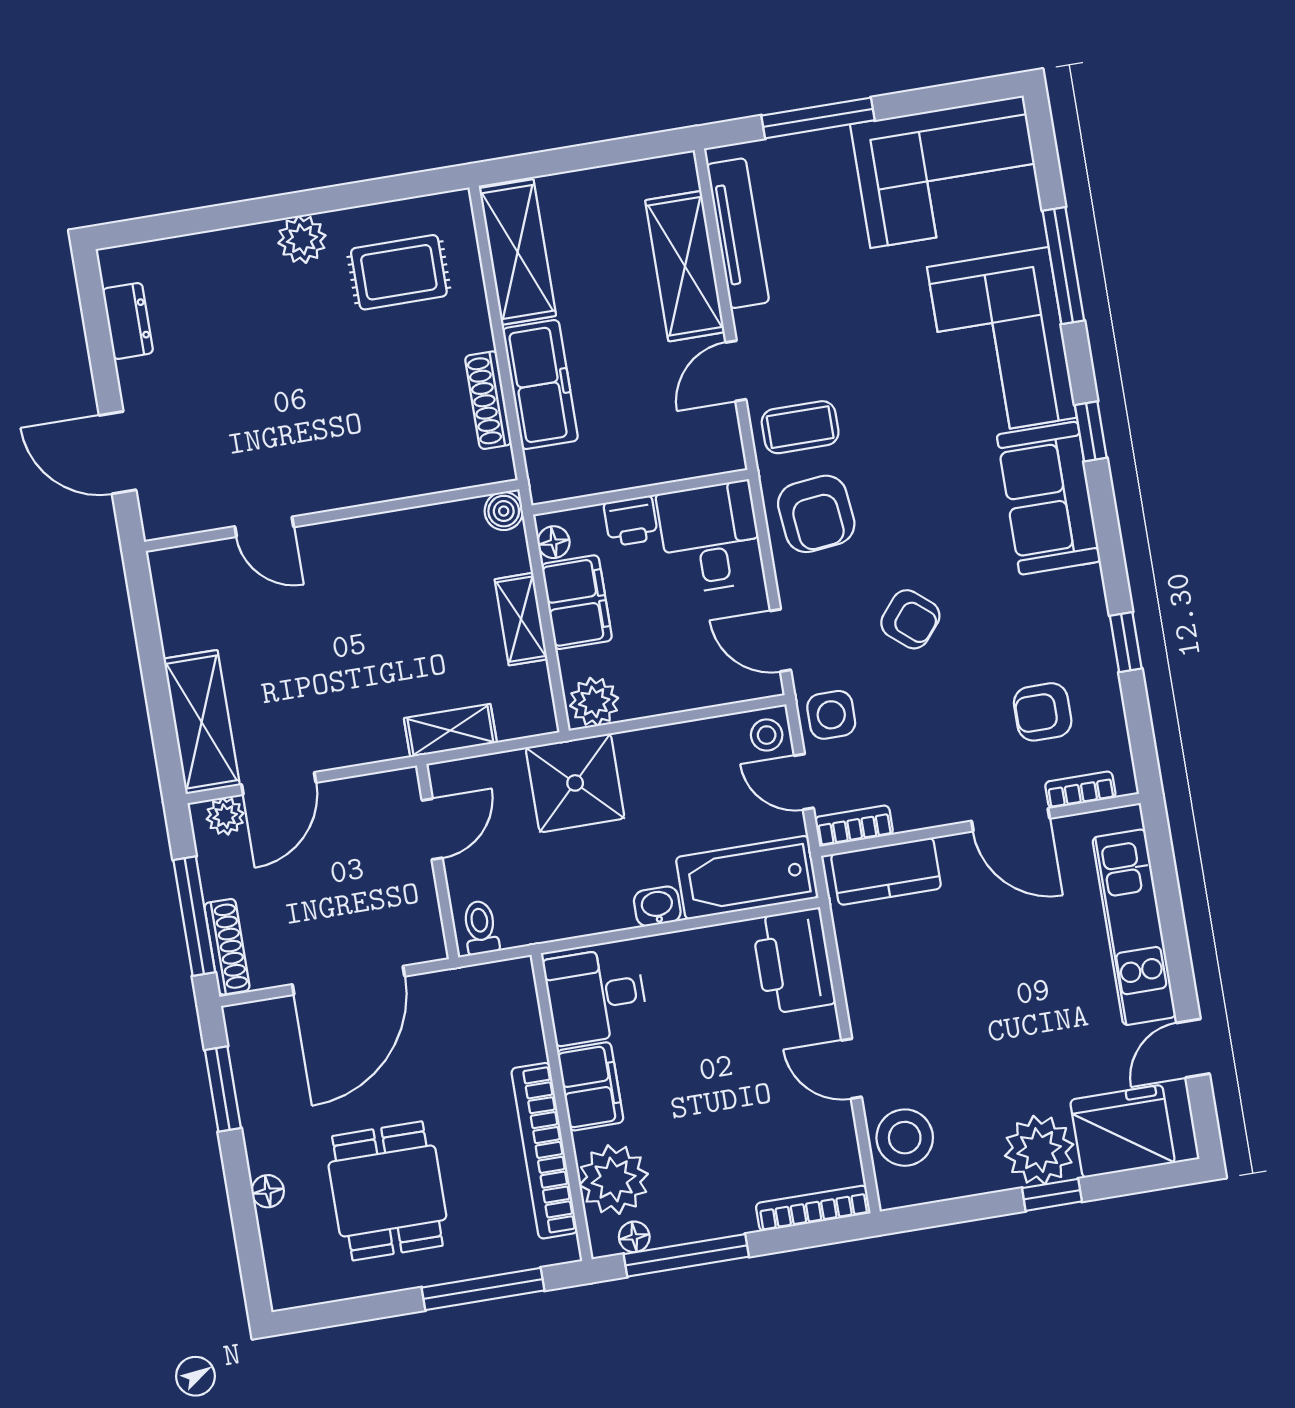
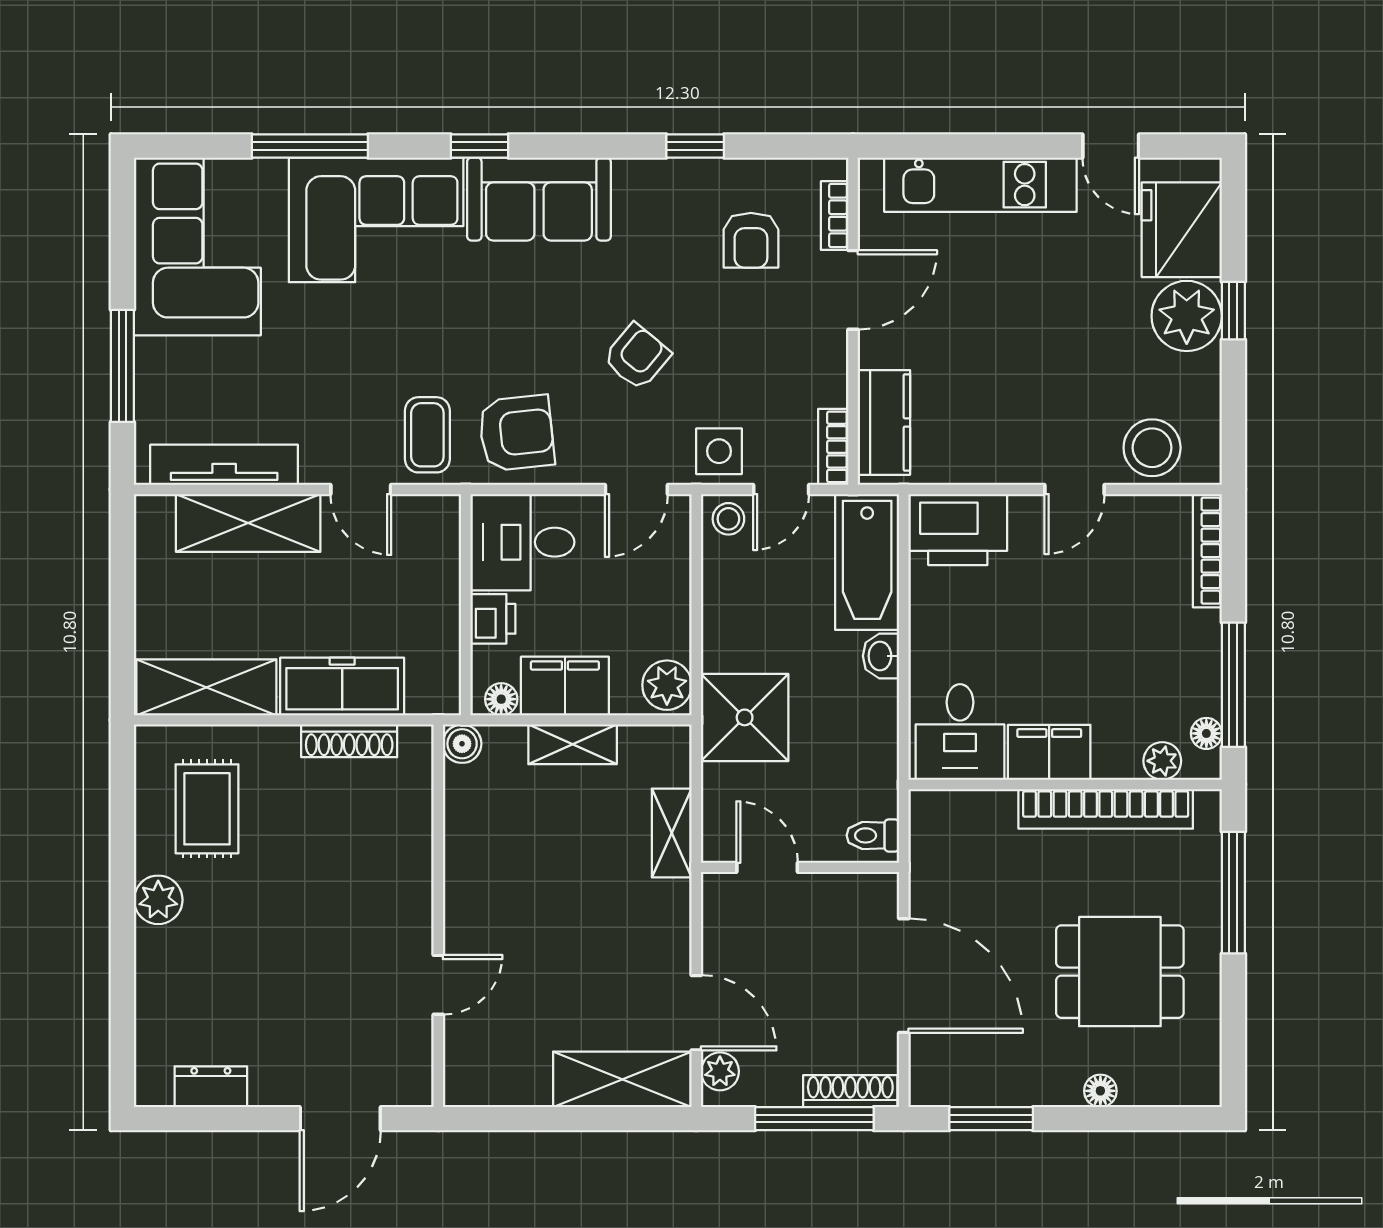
plant: (614, 1180) -> (1162, 761), width x0.53, depth x0.53

